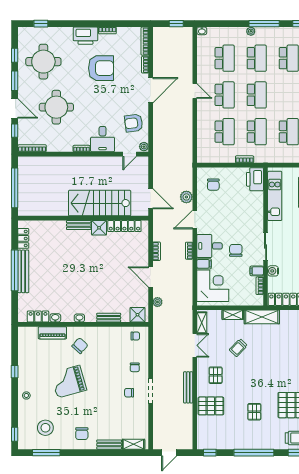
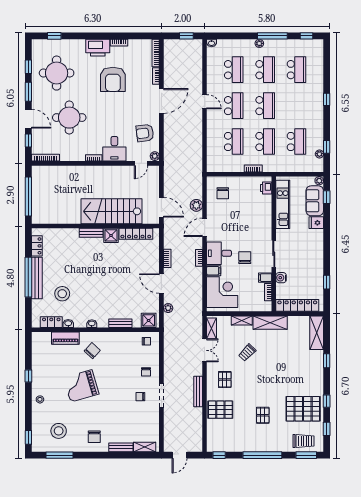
armchair: (101, 68) -> (113, 79), turned 90
printer: (255, 179) -> (266, 188), width x0.53, depth x0.68
stool: (49, 287) -> (62, 294), added

